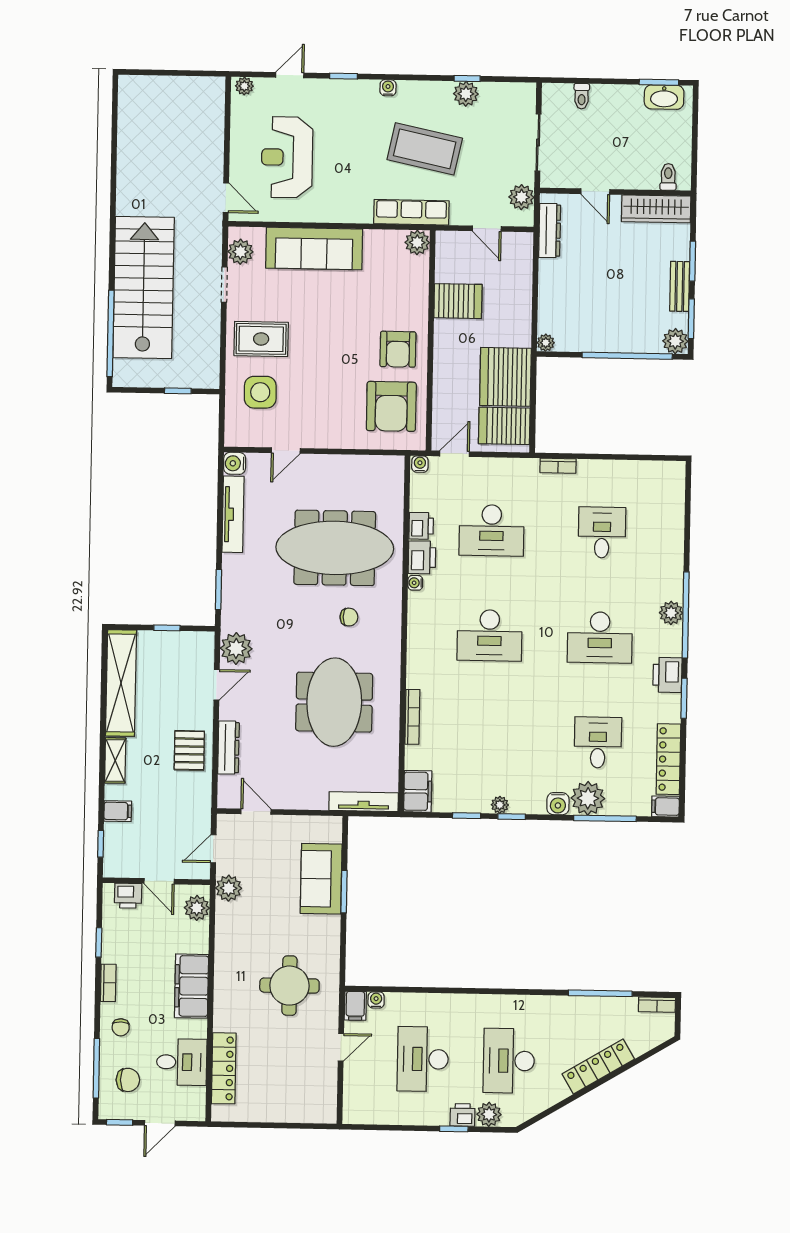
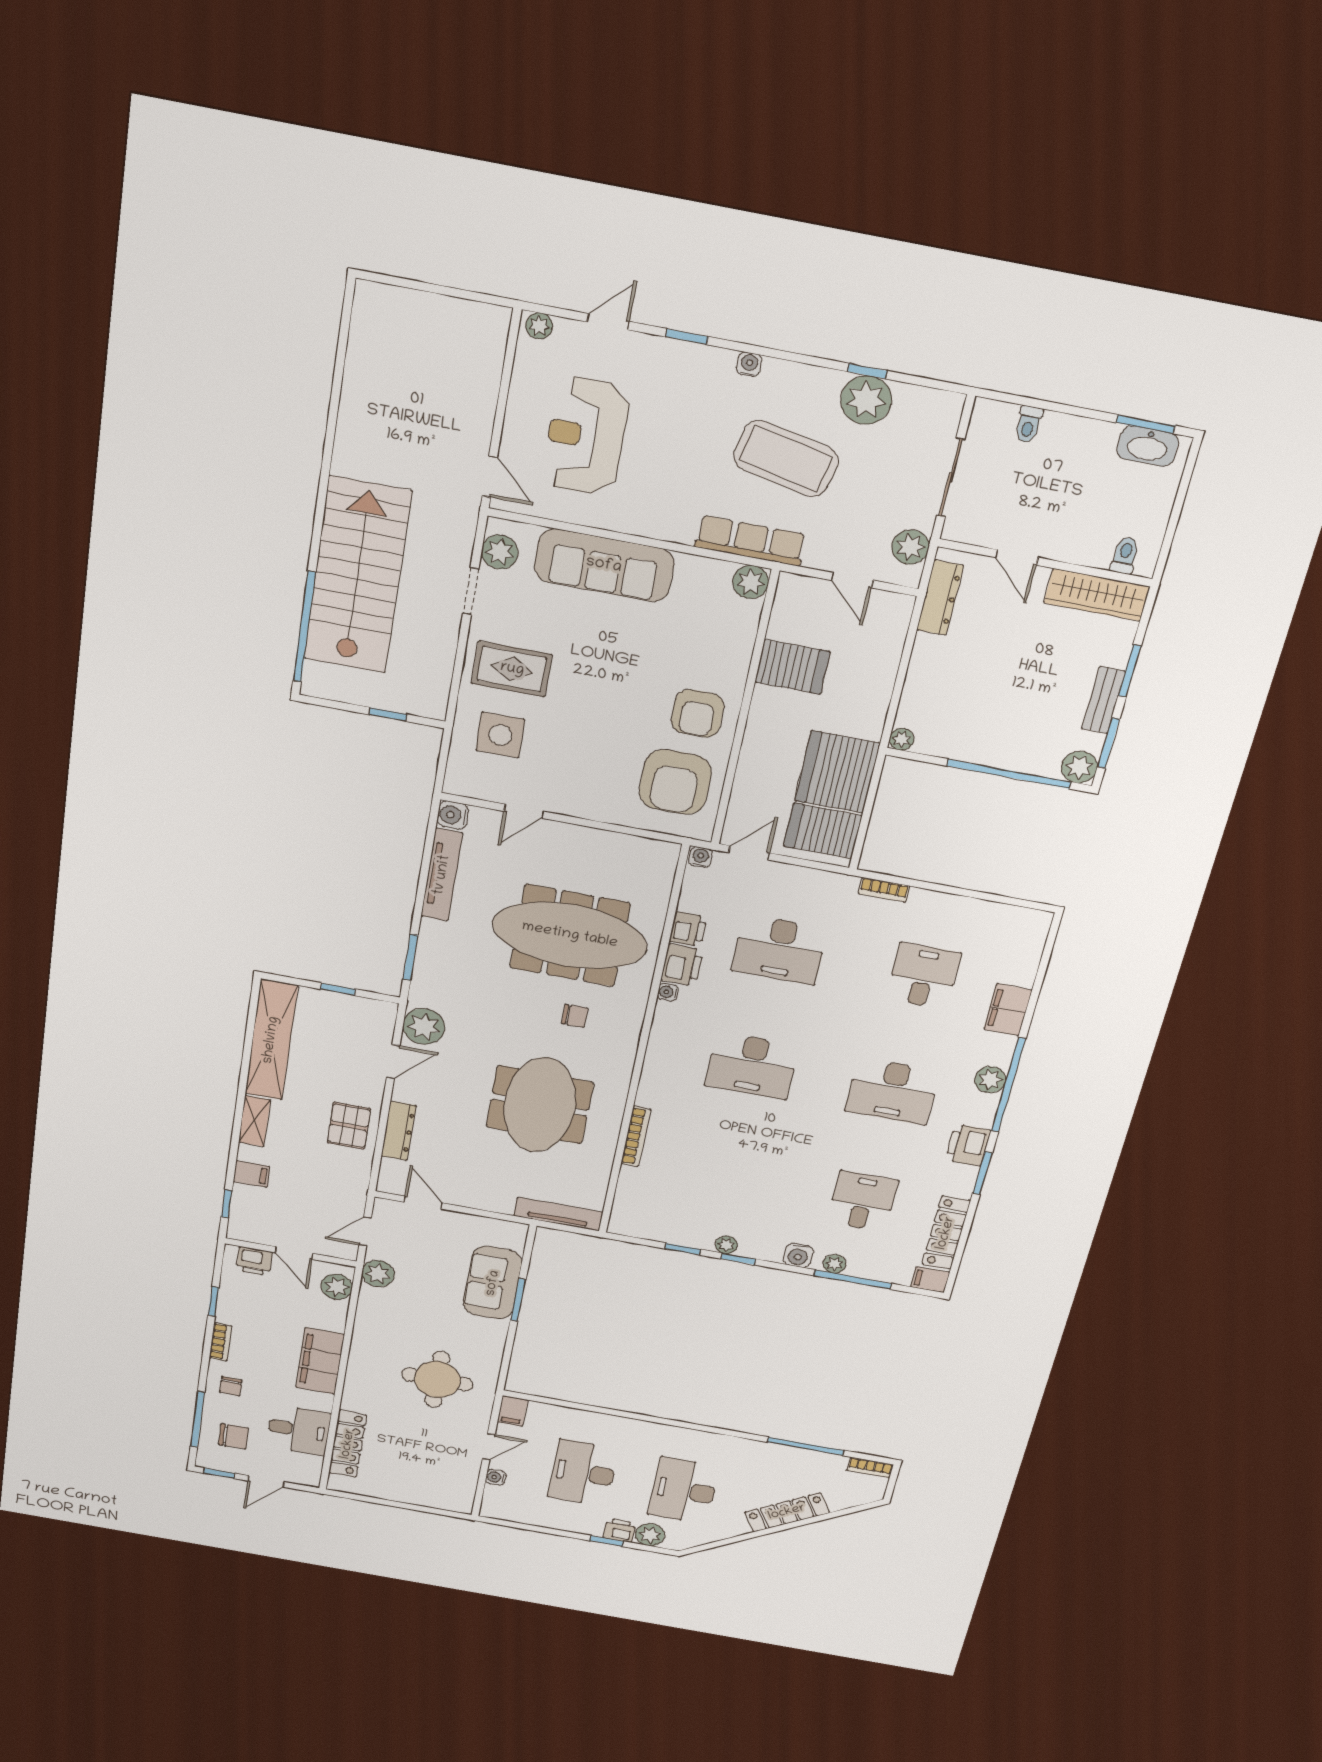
plant: (466, 94) -> (866, 400), width x1.36, depth x1.36
filing cabinet: (418, 791) -> (1008, 1010), moved, turned 180
plant: (588, 798) -> (834, 1264), width x0.53, depth x0.53
water cooler: (376, 1000) -> (496, 1477), moved, turned -90

